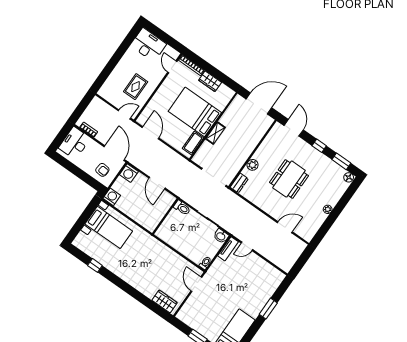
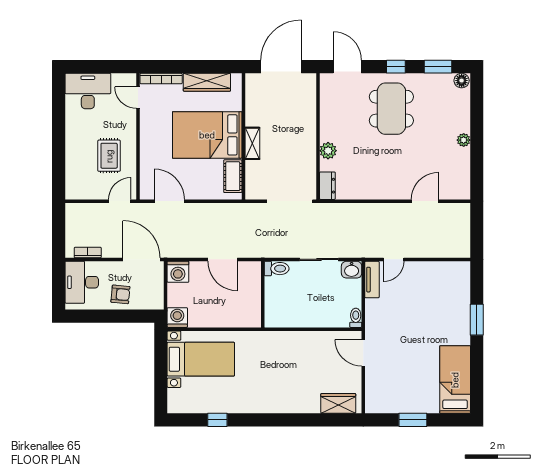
wardrobe: (210, 81) -> (207, 82), width x1.50
armchair: (102, 170) -> (120, 294), moved
dining table: (289, 179) -> (391, 109), moved

